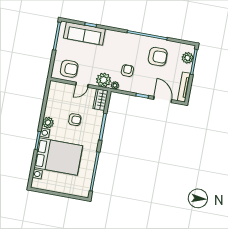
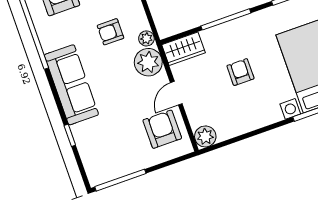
sofa: (84, 33) -> (71, 85), moved
door: (82, 85) -> (176, 93), swing flipped
plant: (48, 123) -> (205, 136), moved

